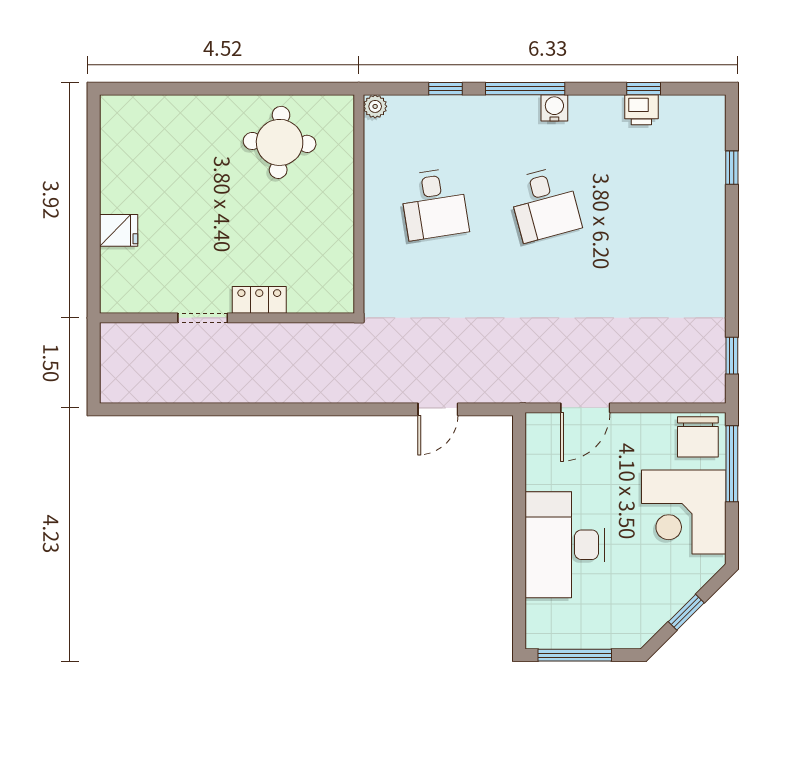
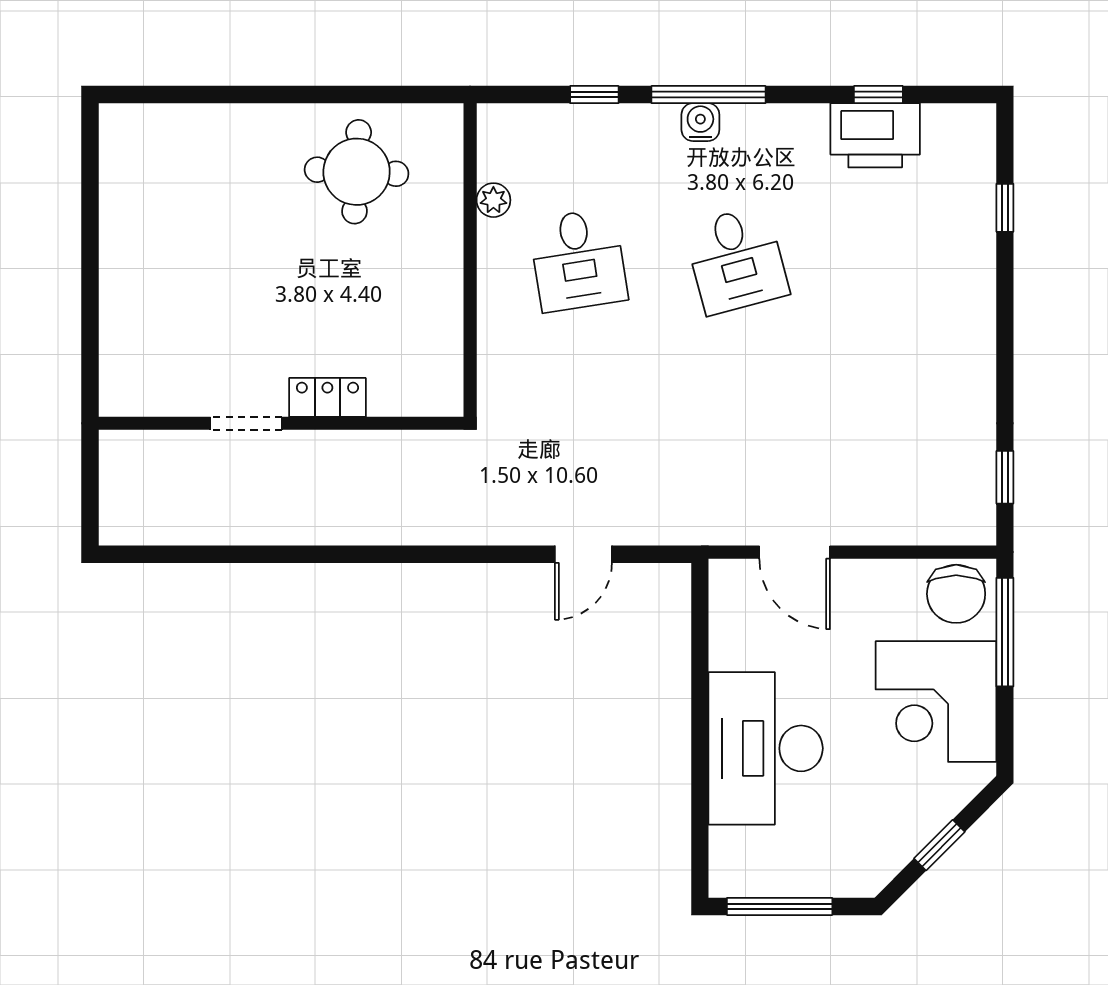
plant: (375, 106) -> (493, 200), moved
water cooler: (554, 108) -> (700, 122), moved
printer: (641, 110) -> (875, 135), width x1.87, depth x1.48
fridge: (119, 230) -> (126, 298), removed
door: (585, 408) -> (795, 552), hinge flipped

